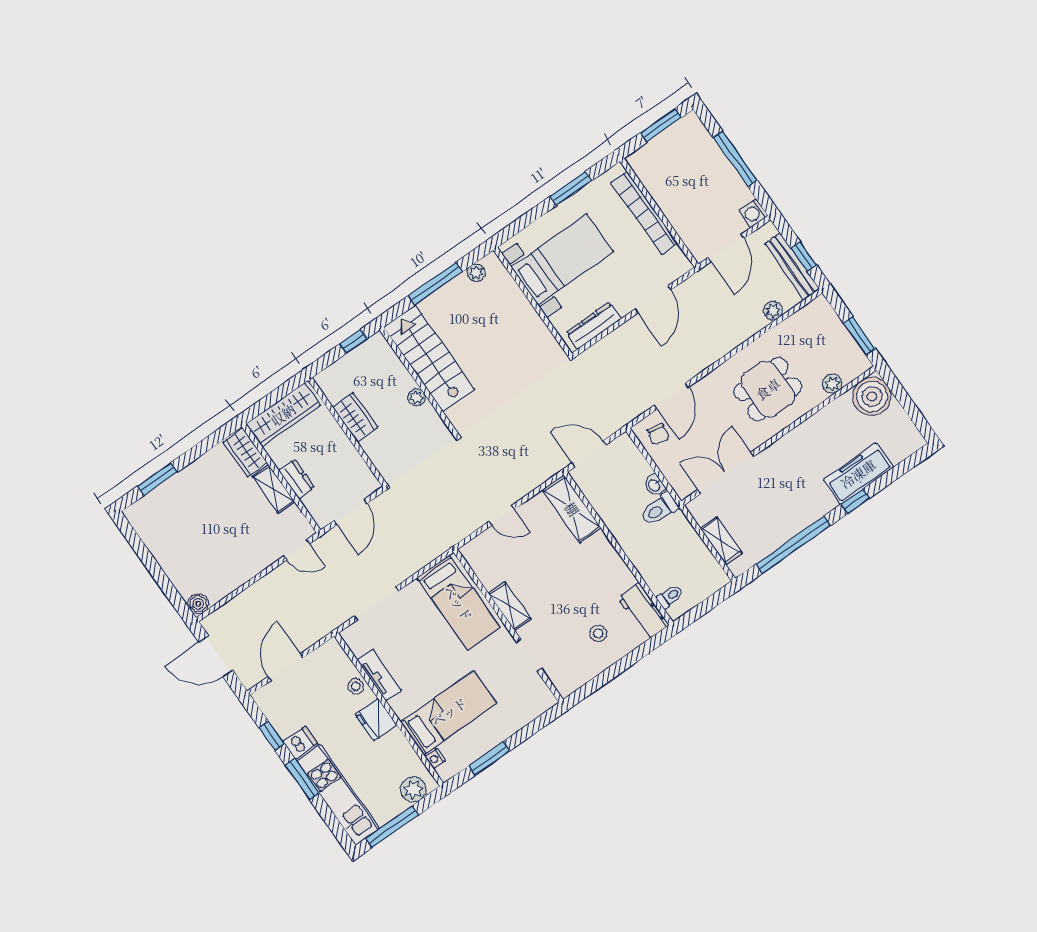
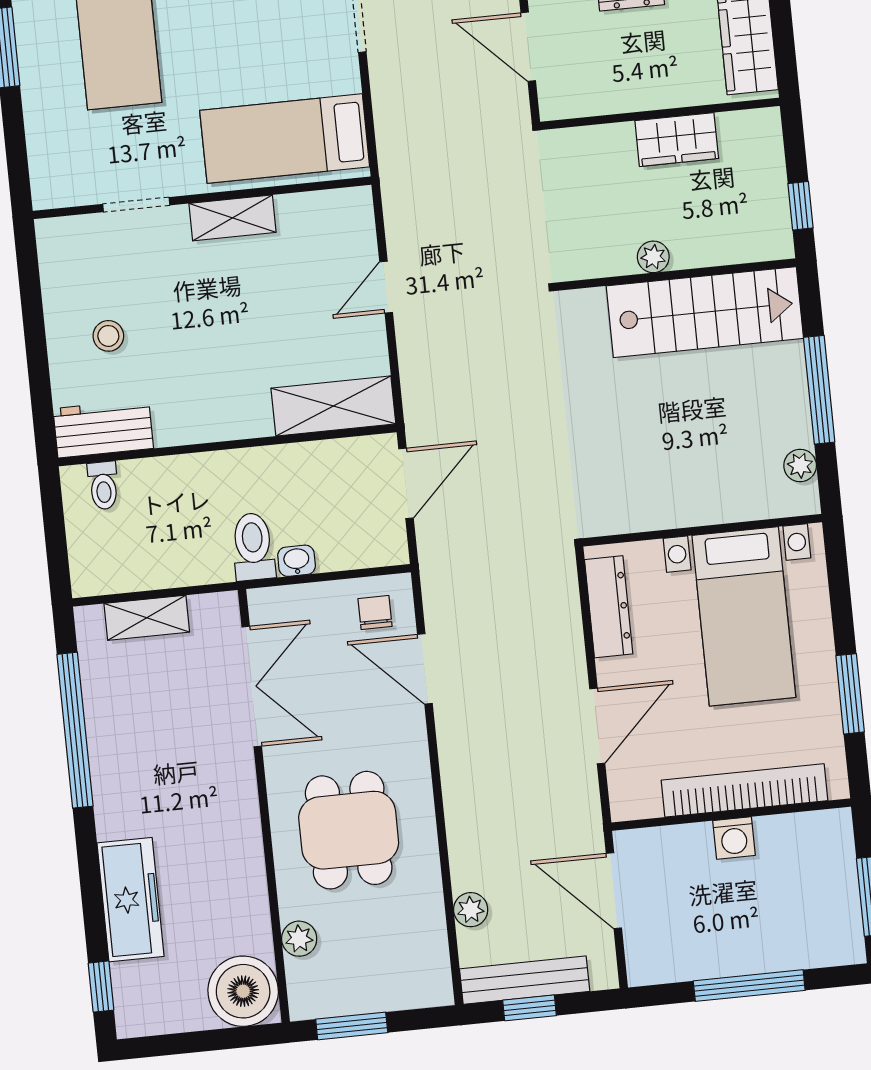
washing machine: (754, 213) -> (734, 838), moved, turned 180
door: (653, 299) -> (597, 726), swing flipped
chair: (658, 434) -> (375, 613), turned 78
window: (855, 501) -> (101, 987), moved

